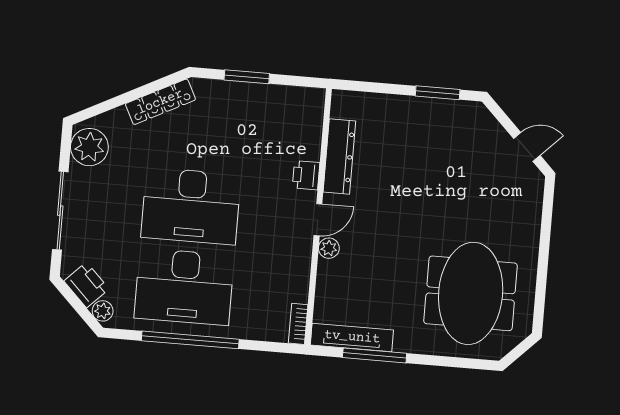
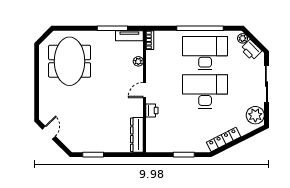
door: (527, 147) -> (49, 133), swing flipped
dresser: (339, 157) -> (137, 135), moved
plant: (329, 248) -> (138, 61), moved
tv unit: (352, 337) -> (129, 36), width x0.71

